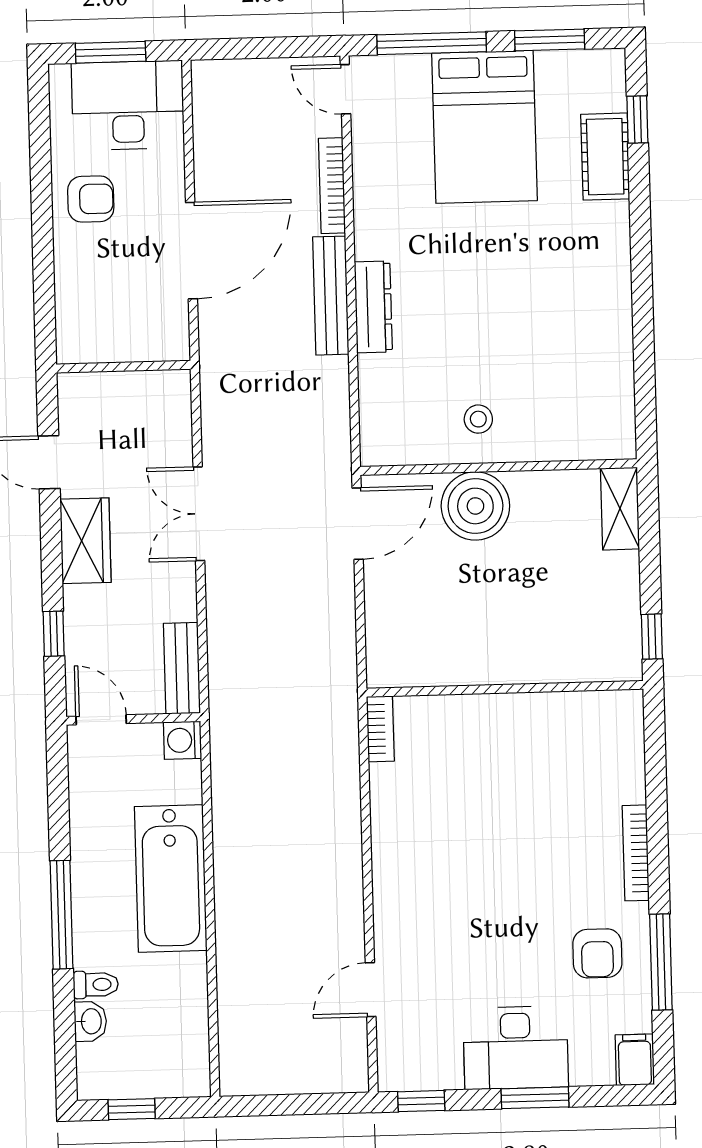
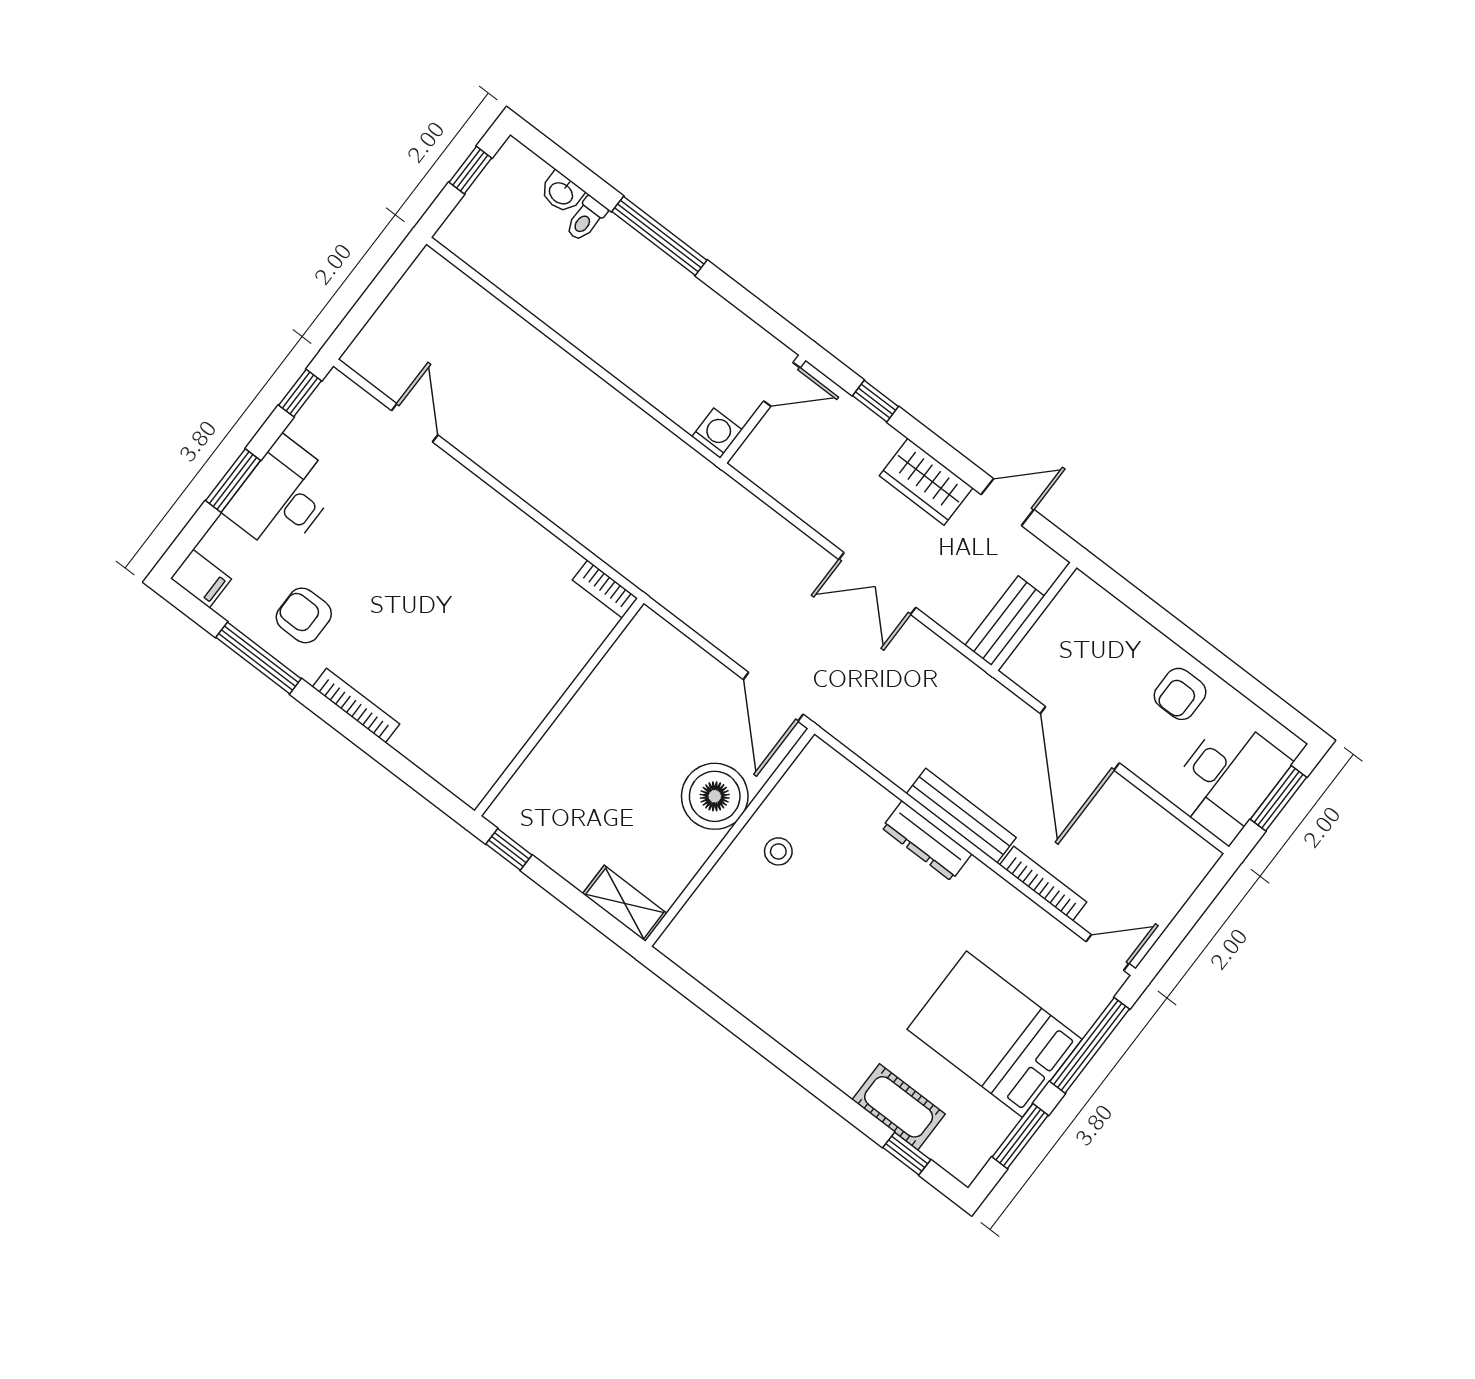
double door: (199, 514) -> (877, 583), swing flipped
bench: (182, 668) -> (1005, 621), moved, turned 90
bathtub: (171, 879) -> (620, 340), removed

